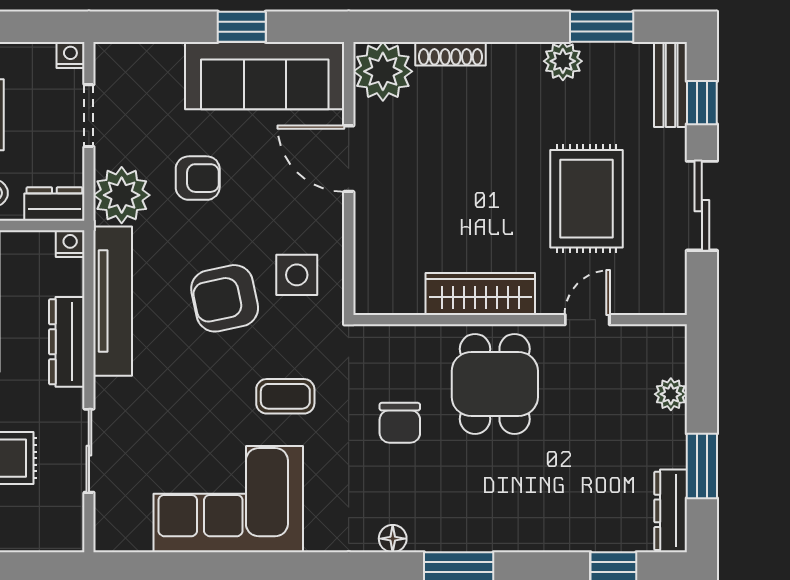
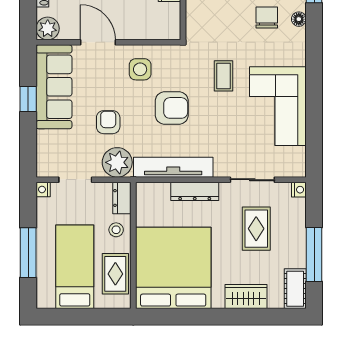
plant: (383, 71) -> (48, 28), width x0.73, depth x0.73
door: (349, 159) -> (98, 42), swing flipped
nightstand: (70, 244) -> (299, 190), moved, turned 180
side table: (297, 275) -> (140, 69), moved
armchair: (225, 298) -> (172, 108), turned -78
chair: (400, 423) -> (267, 18), moved, turned -90

